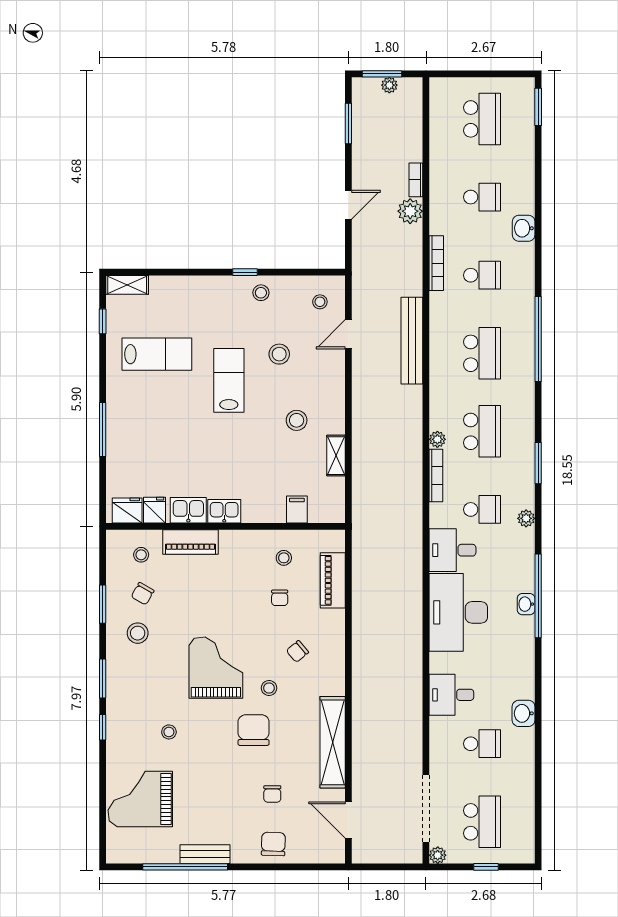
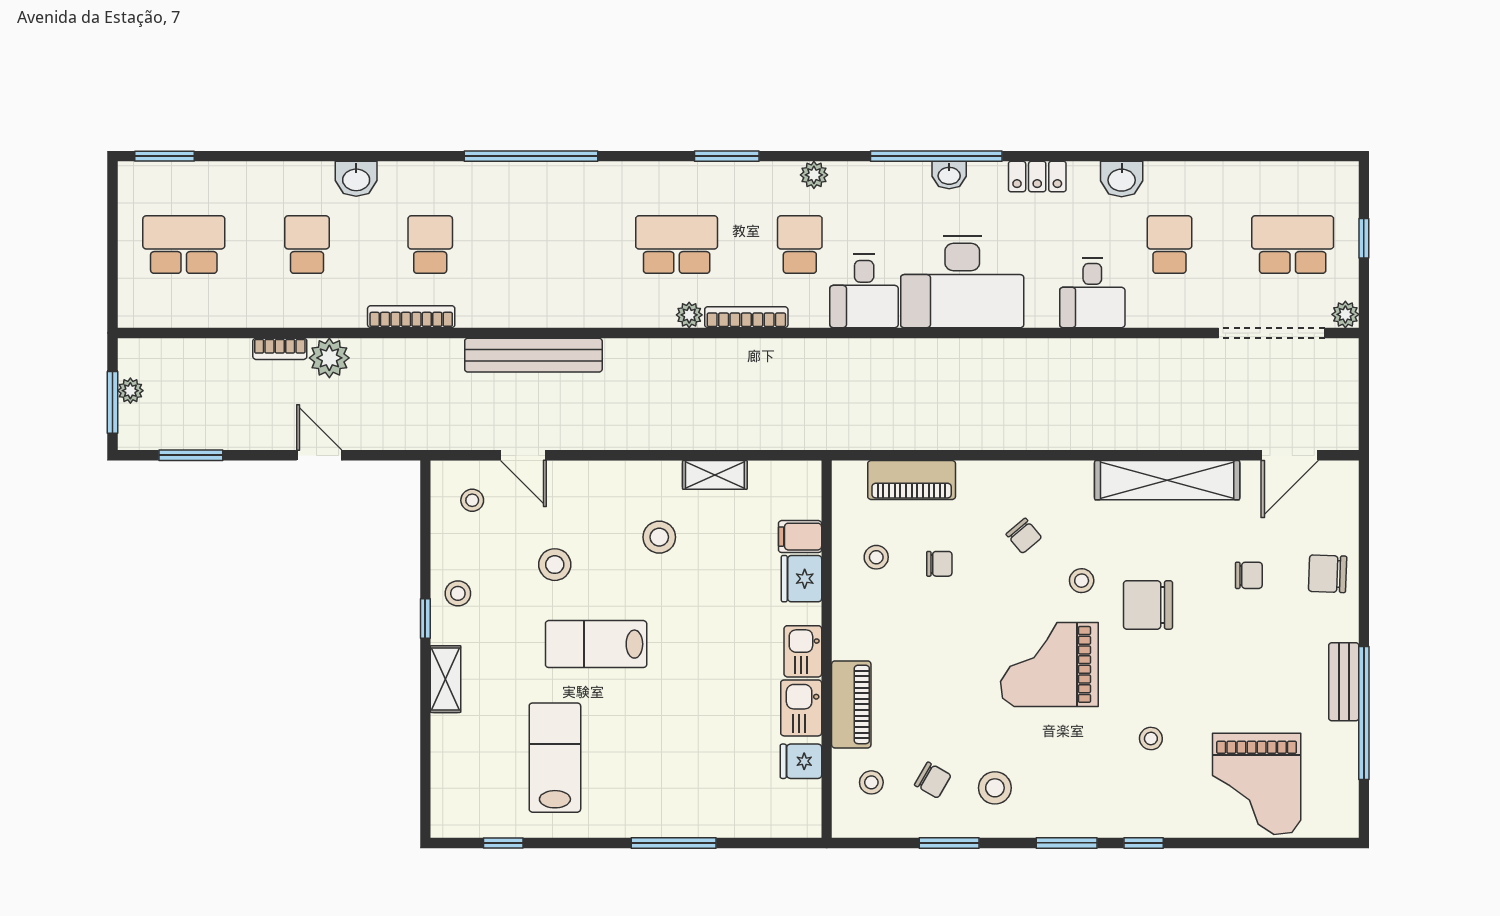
shelving: (127, 285) -> (446, 679), moved
school desk: (482, 353) -> (553, 245), removed
fridge: (127, 510) -> (801, 579), moved
locker: (525, 660) -> (1037, 177), added

